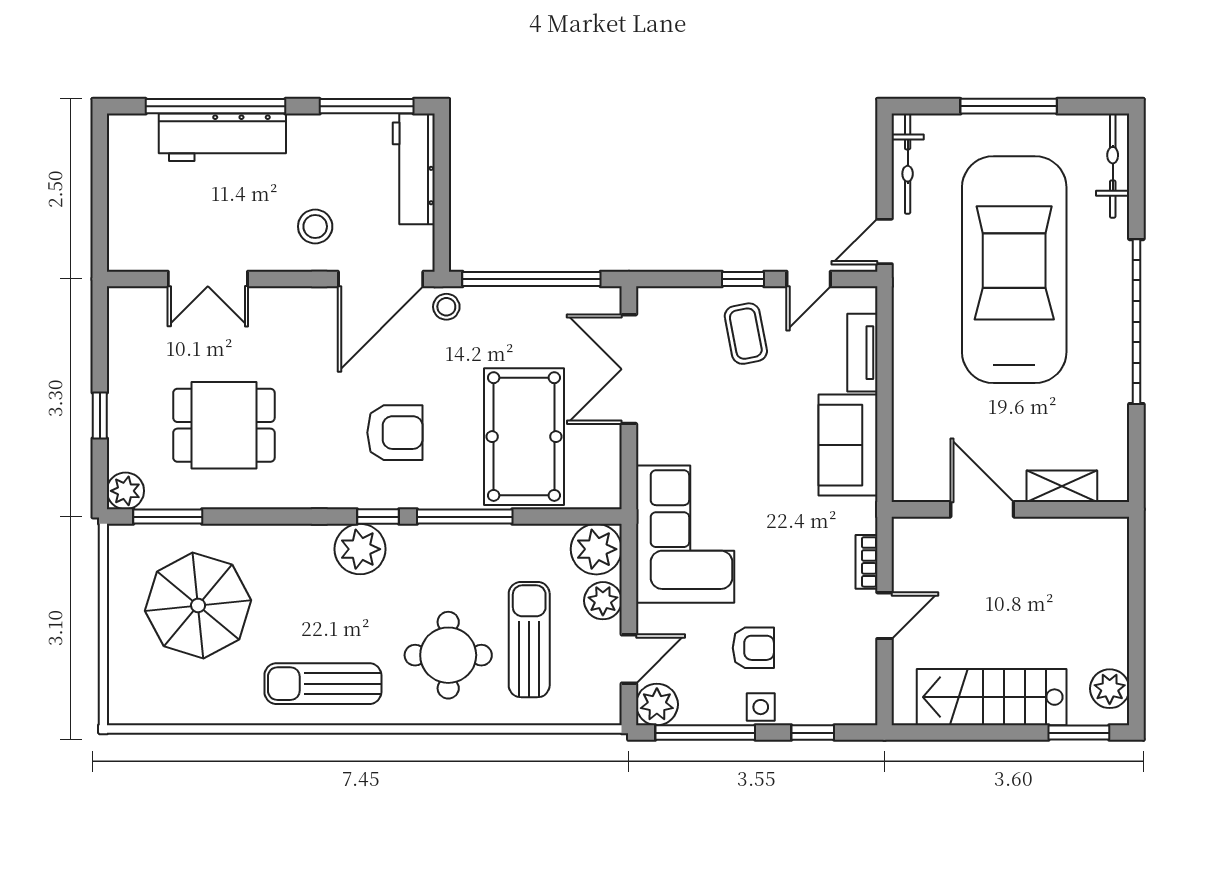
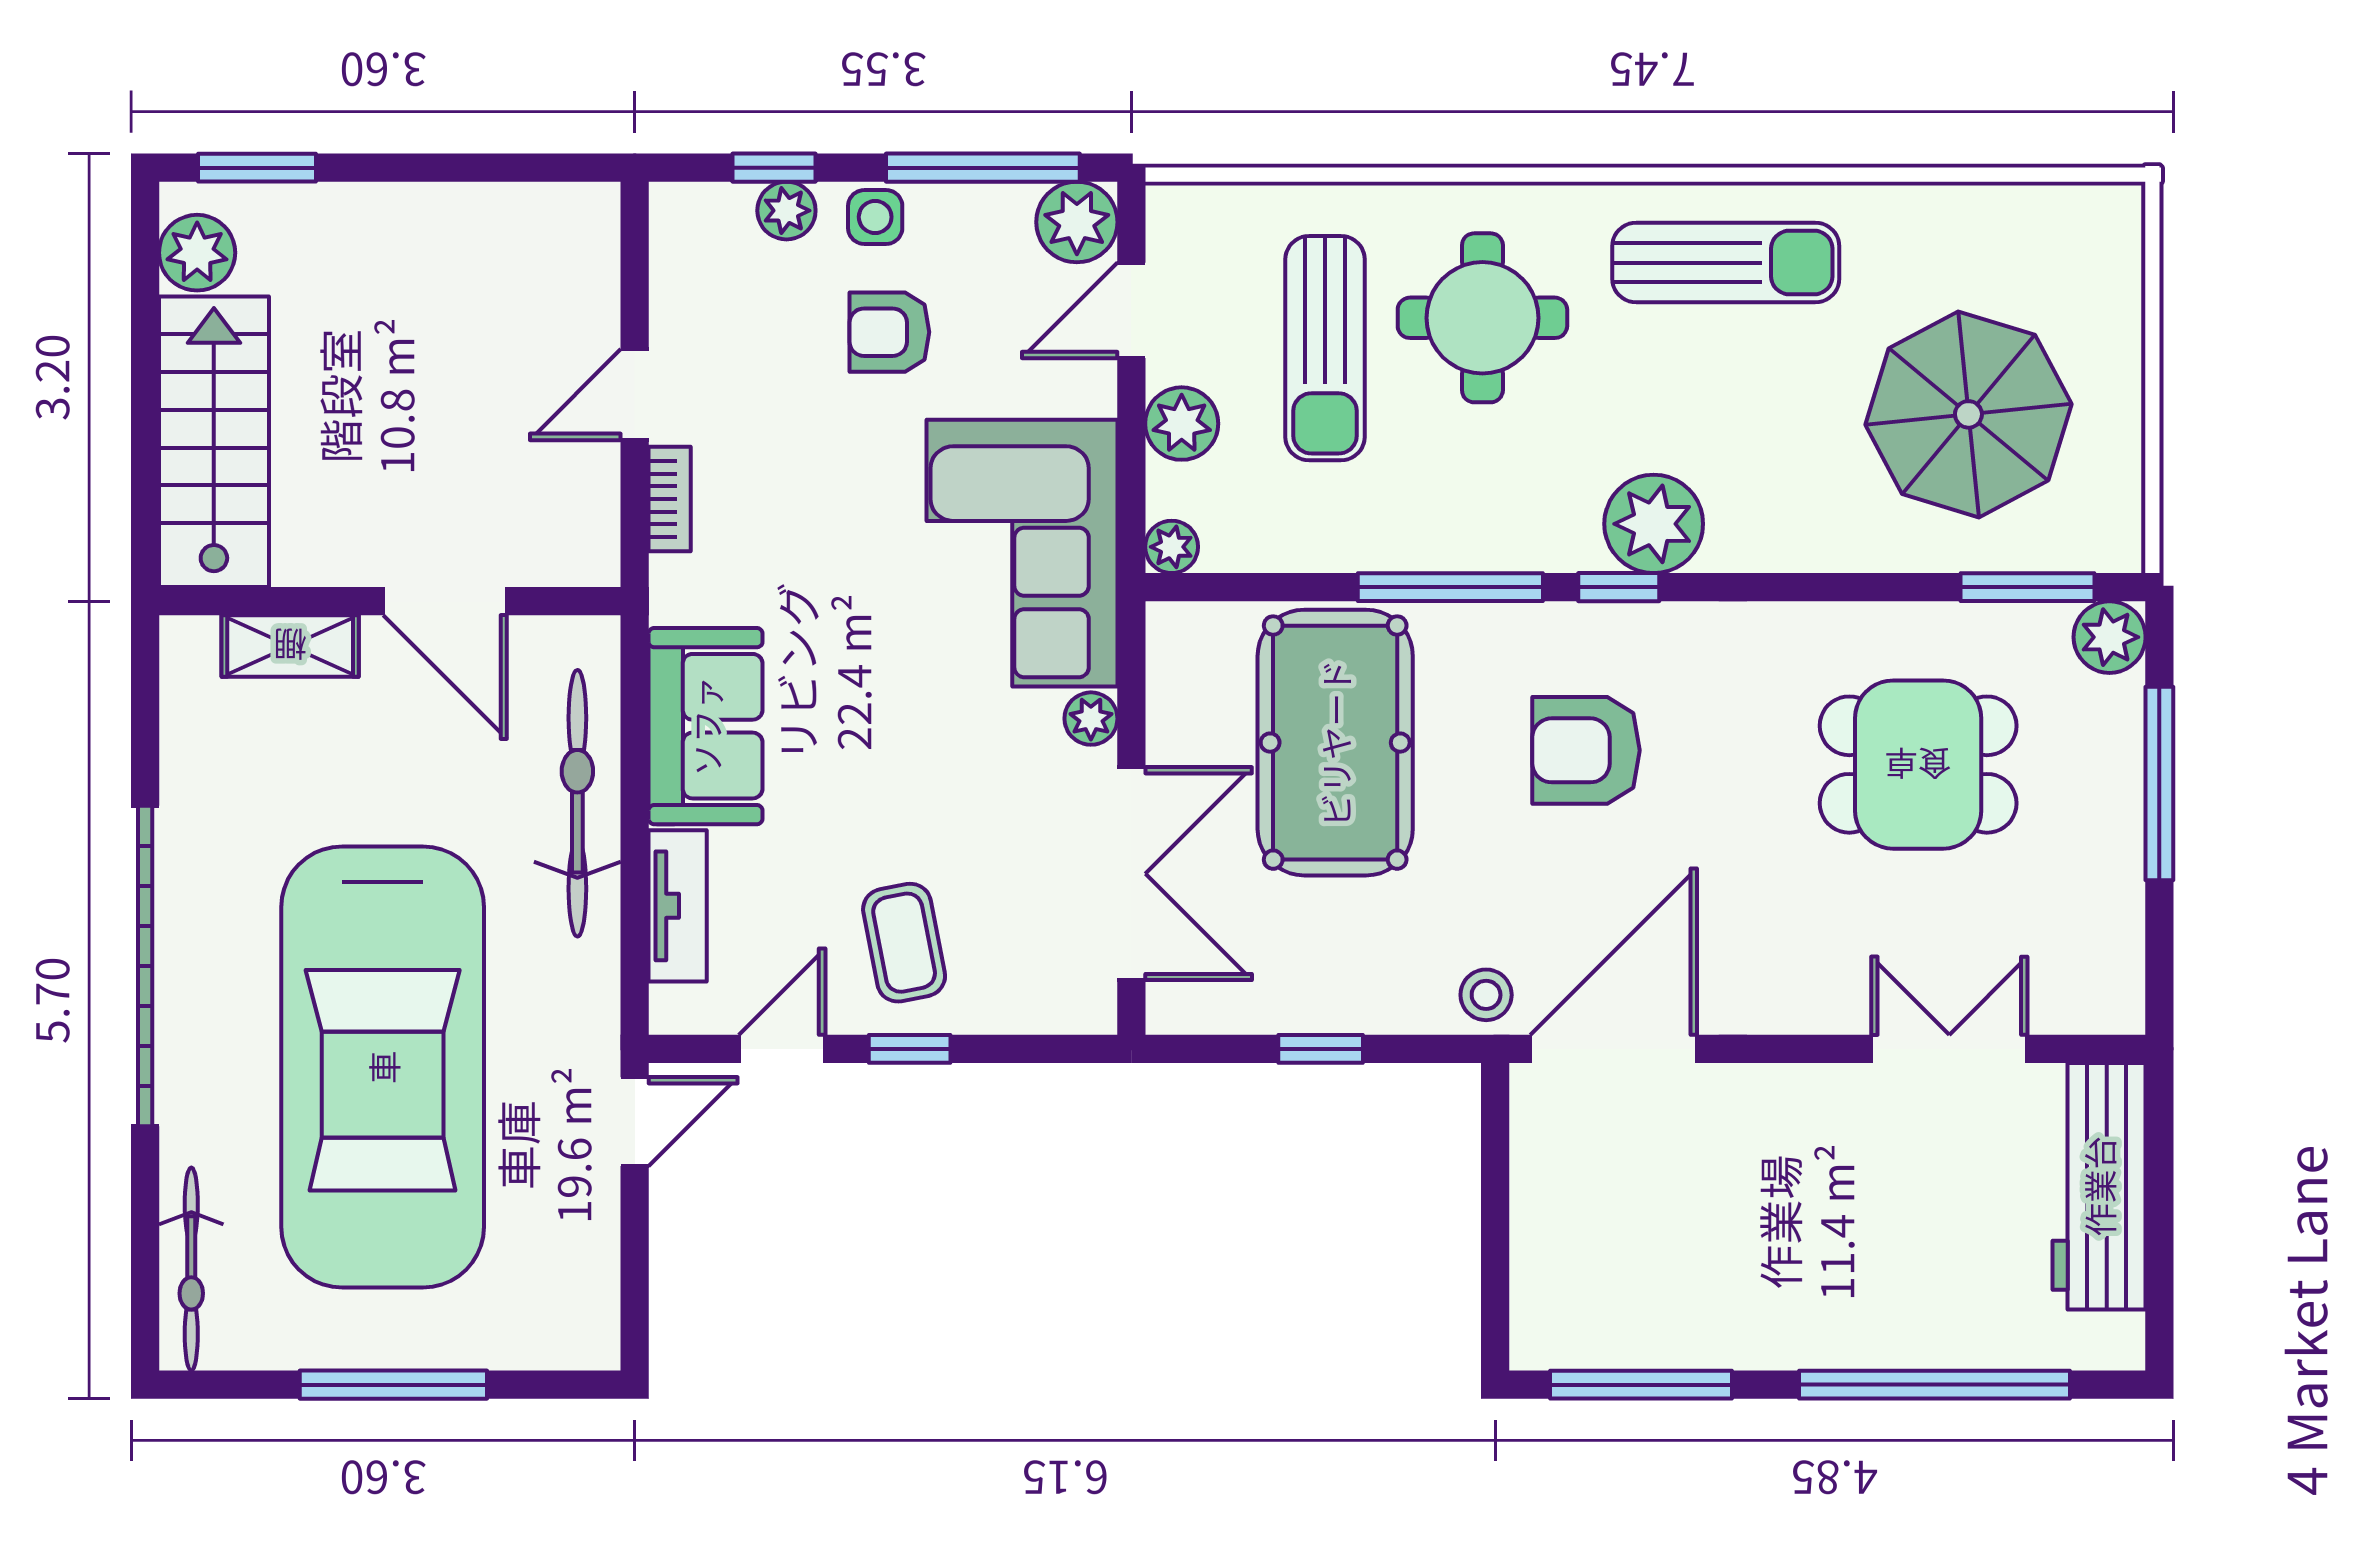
workbench: (222, 137) -> (2099, 1186), moved, turned -90
bicycle: (908, 164) -> (577, 803), moved, width x1.37, depth x1.40
workbench: (414, 169) -> (1550, 1263), removed
stool: (315, 226) -> (1741, 1151), removed
window: (531, 279) -> (1321, 1049), width x0.32
window: (100, 416) -> (2159, 783), width x2.17
plant: (650, 449) -> (1091, 719), added
plant: (596, 549) -> (1172, 547), width x0.53, depth x0.53
stairs: (992, 697) -> (214, 442), moved, turned -90
plant: (806, 710) -> (786, 211), added

